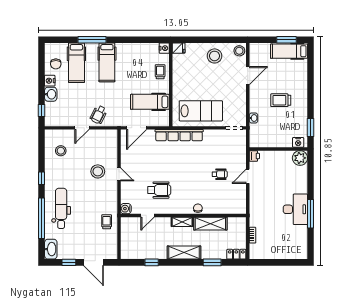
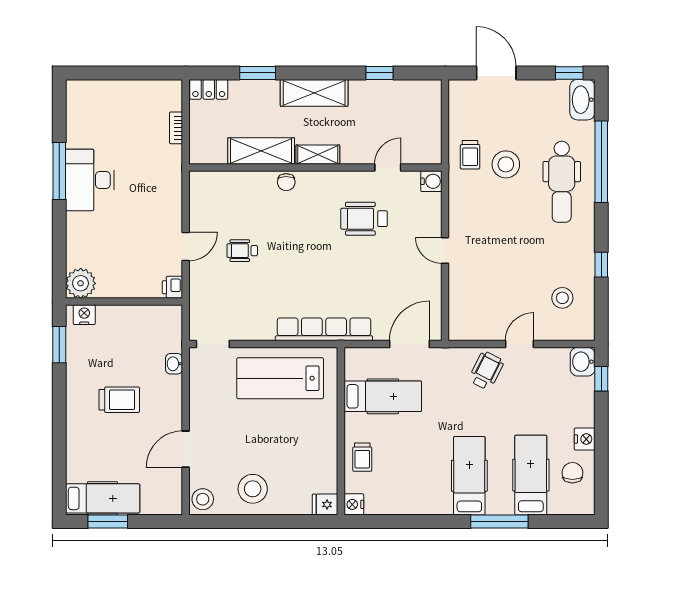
washbasin: (51, 94) -> (583, 362), moved
stool: (98, 171) -> (506, 164), moved
window: (41, 178) -> (601, 265), moved
window: (69, 262) -> (569, 73), moved

